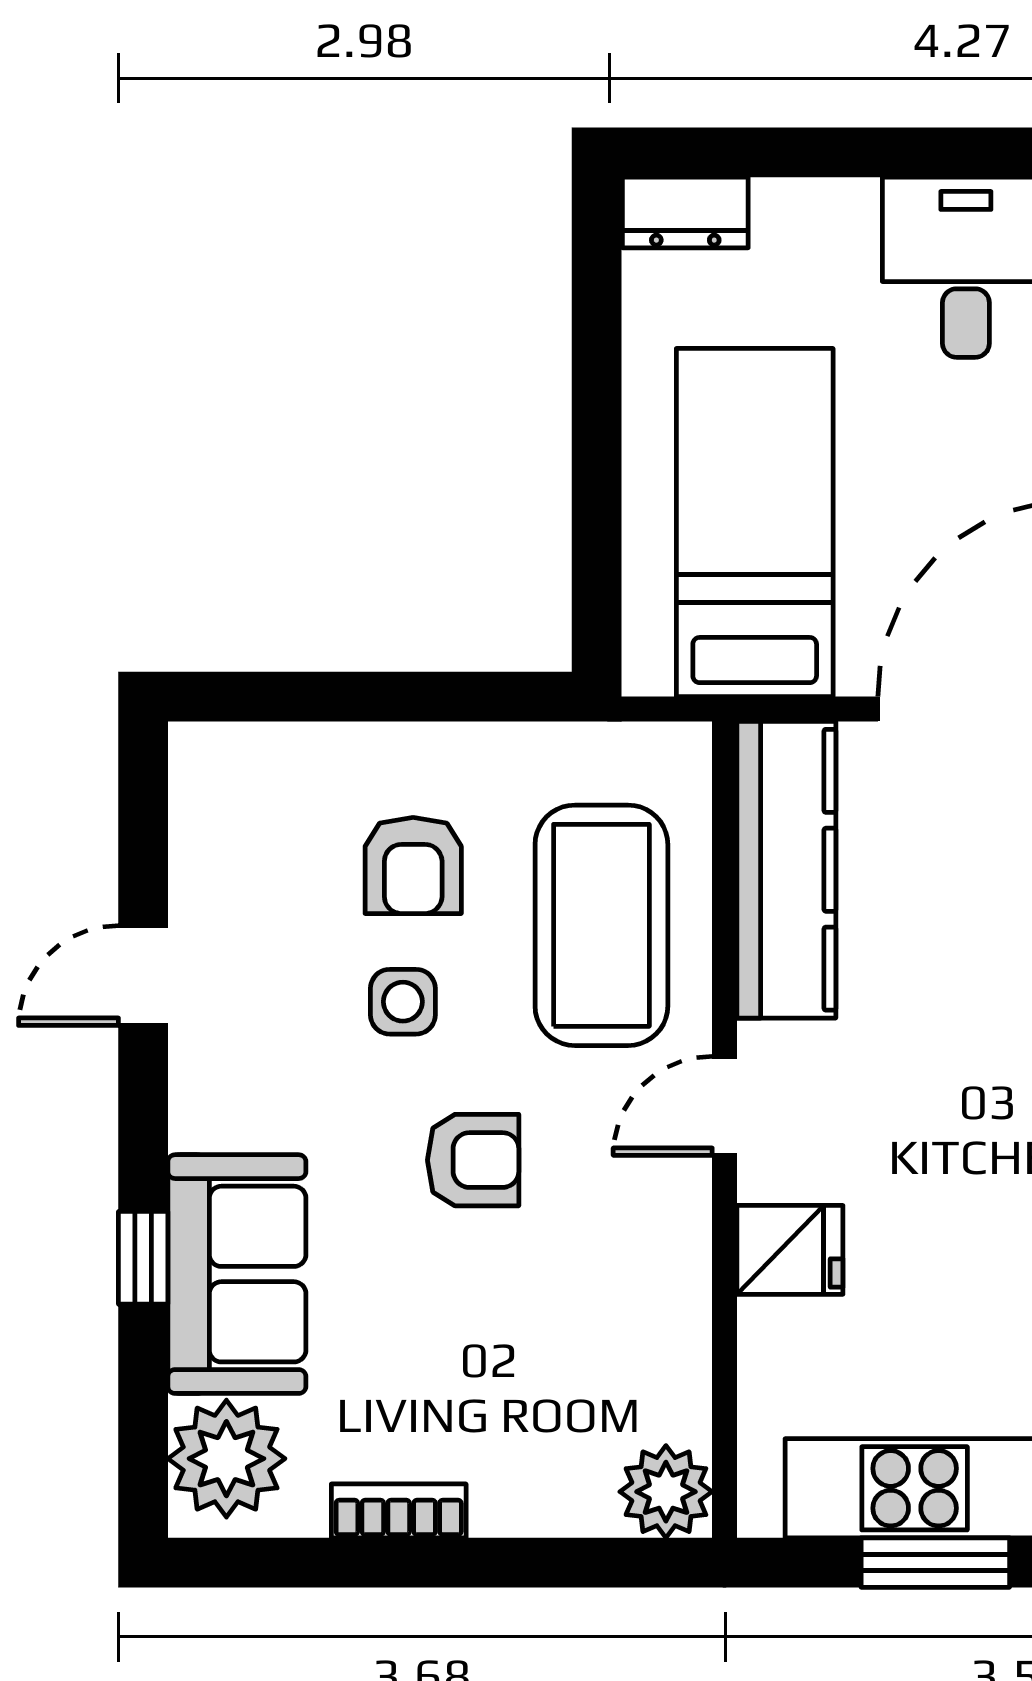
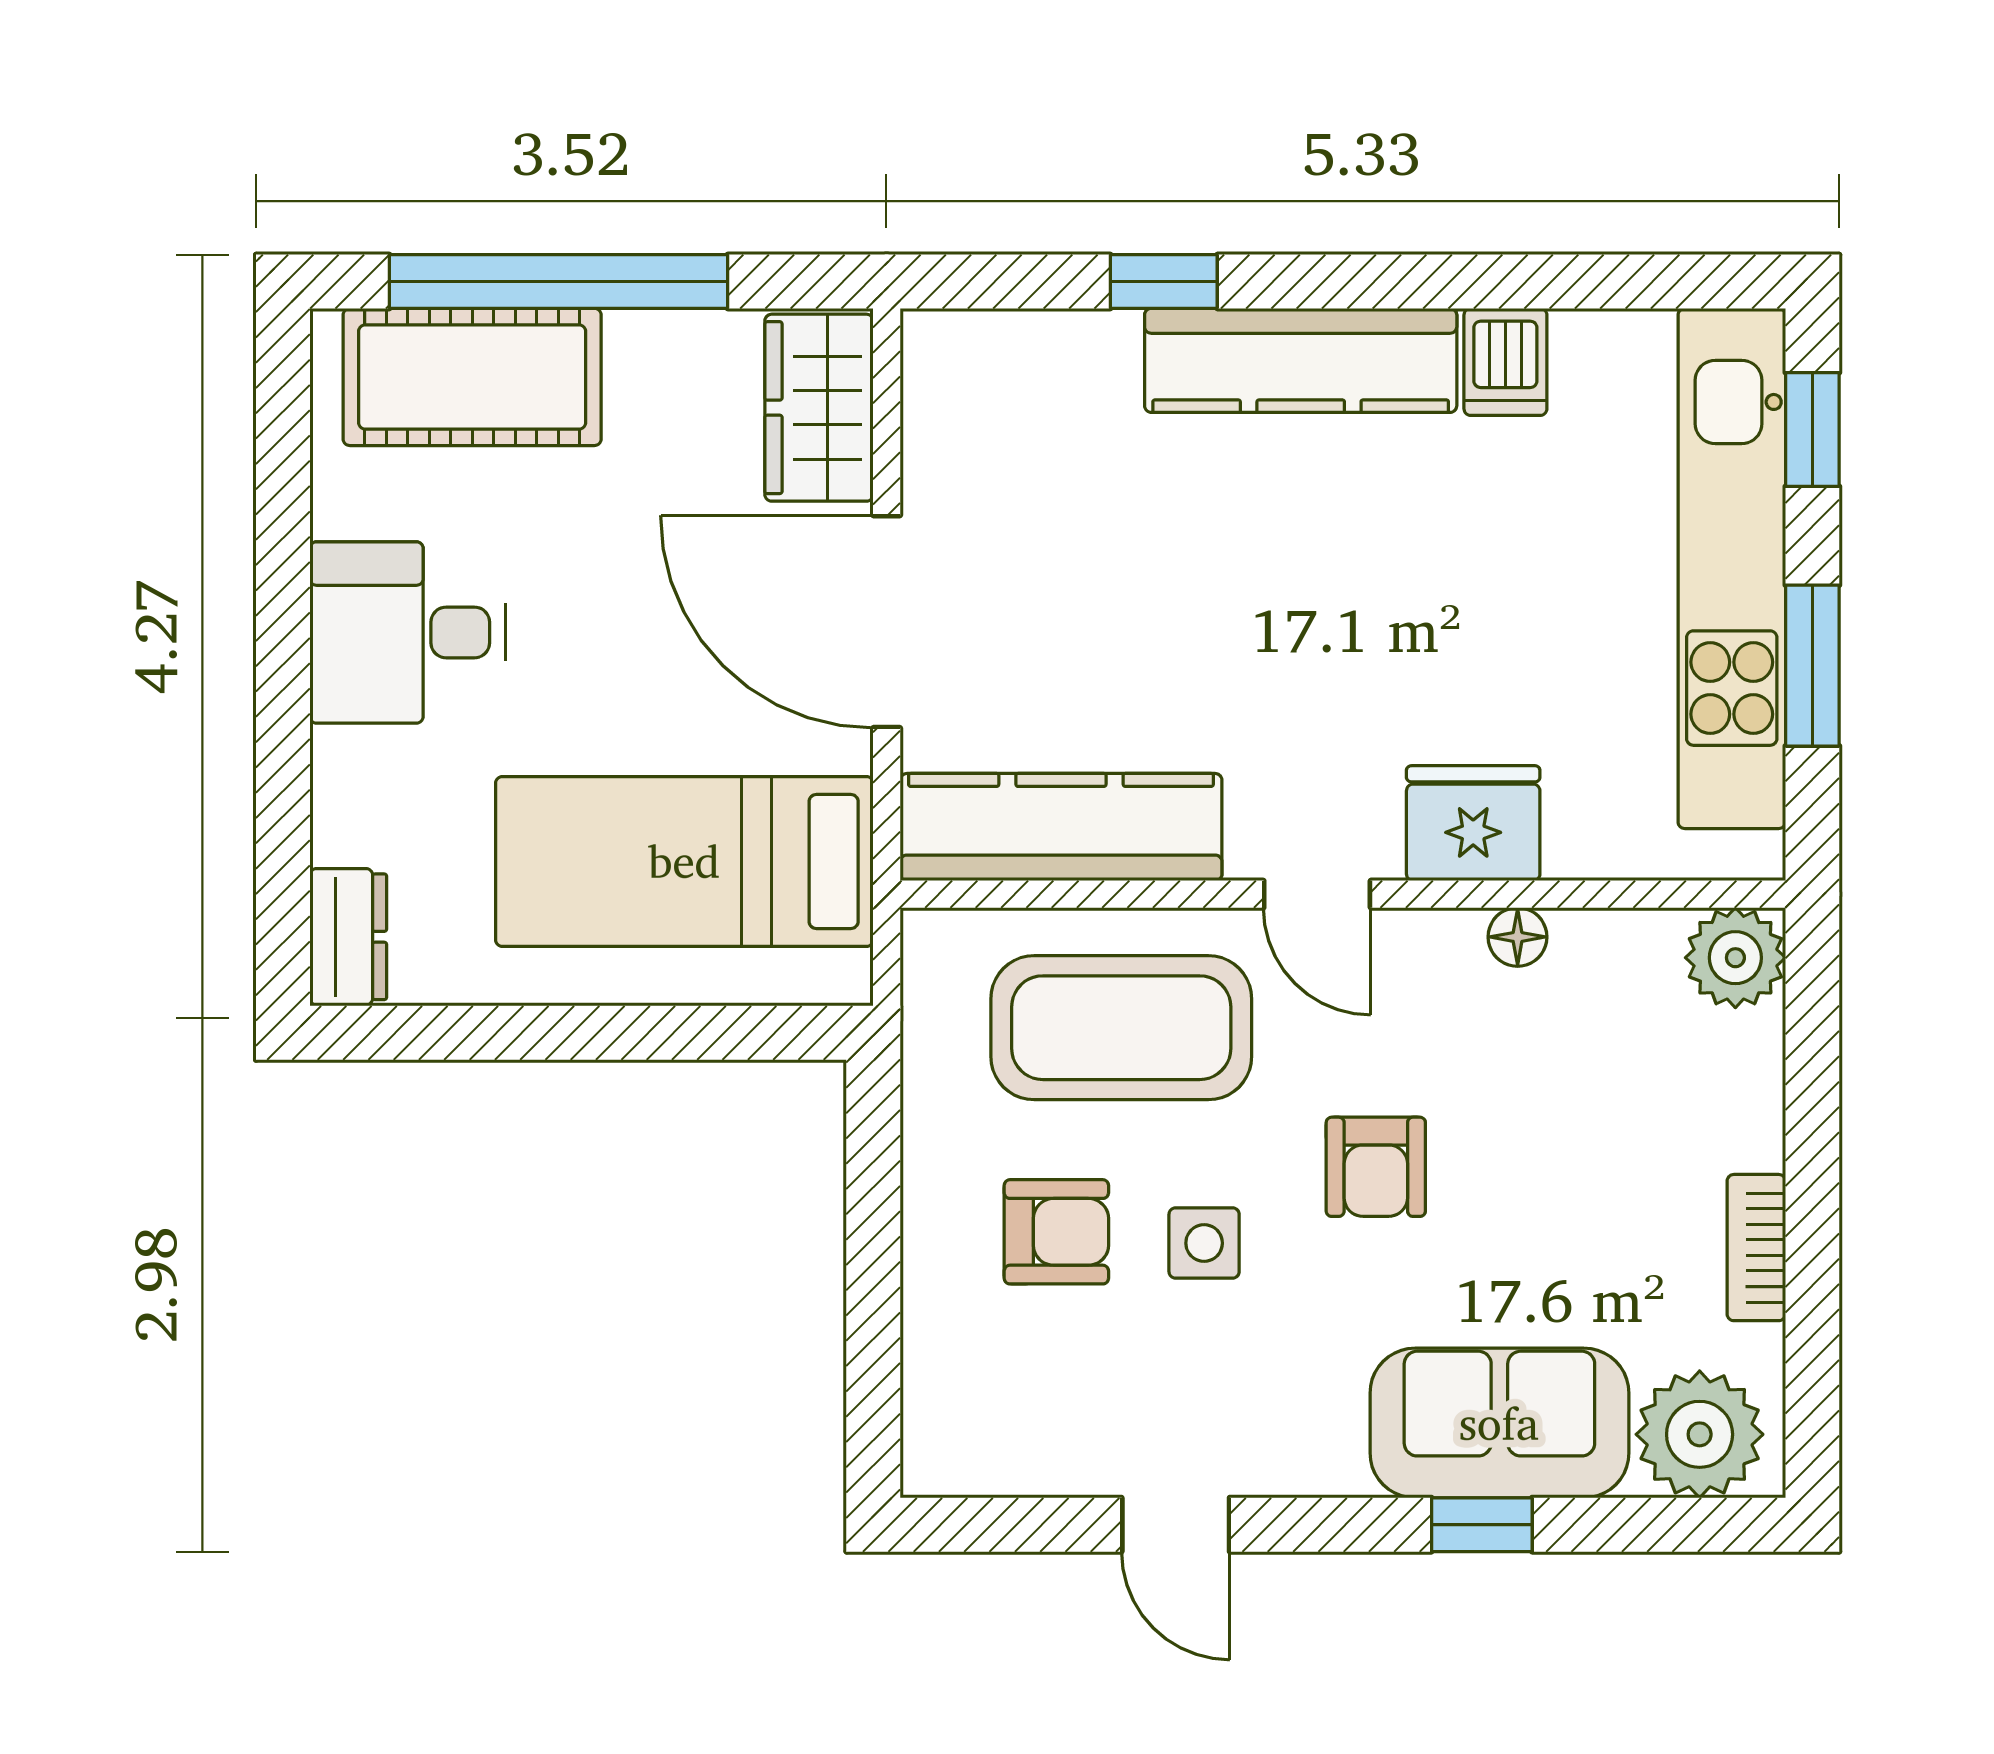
armchair: (473, 1160) -> (1376, 1167), turned 180
fridge: (790, 1250) -> (1473, 823), width x1.38
floor lamp: (685, 1291) -> (1518, 937), added

